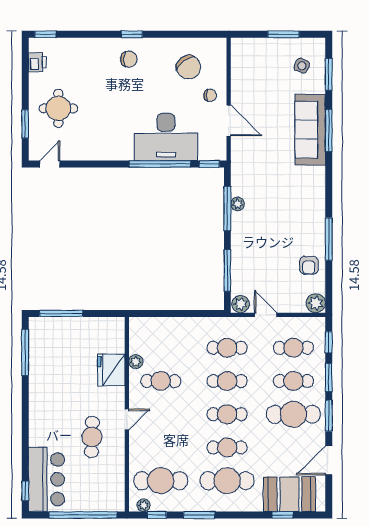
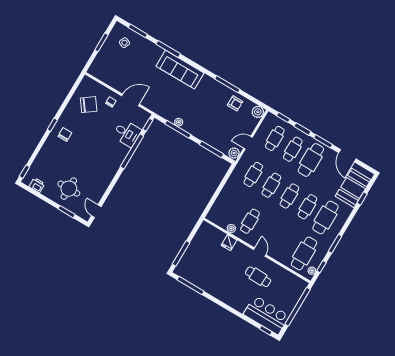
sofa: (310, 130) -> (180, 70), moved
desk: (166, 137) -> (127, 133), width x0.53, depth x0.77
fridge: (111, 370) -> (229, 243), width x0.53, depth x0.75

